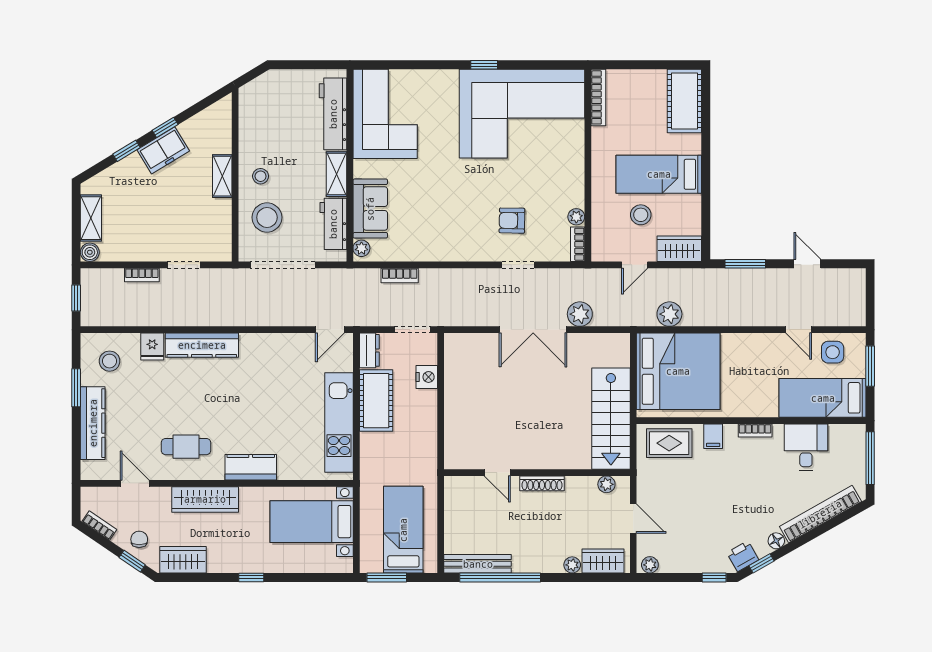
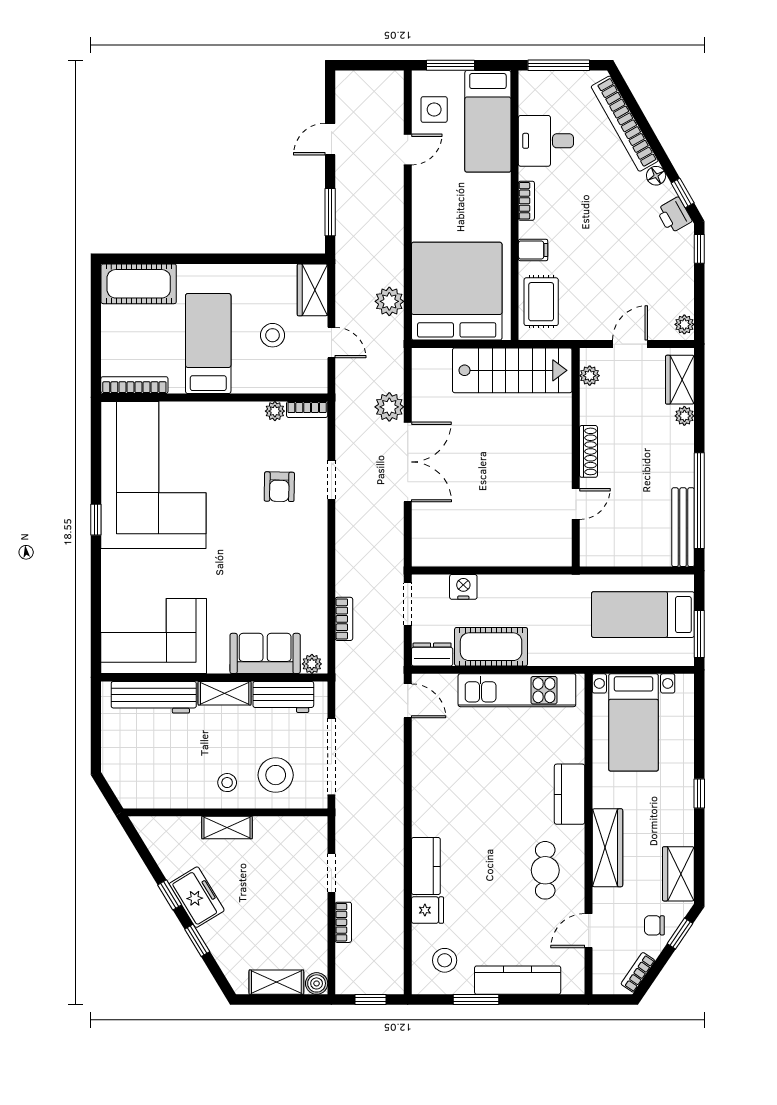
bed: (659, 174) -> (208, 344), moved, turned 180
kitchen counter: (202, 345) -> (426, 866), width x0.67

